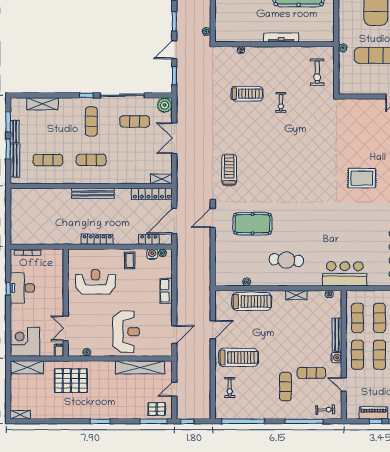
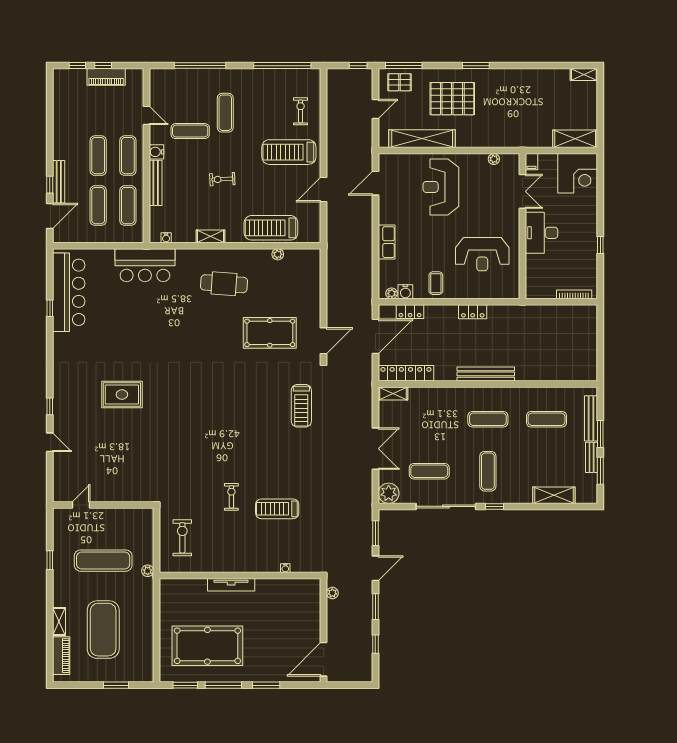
locker: (97, 239) -> (473, 312), width x0.66
desk: (22, 288) -> (542, 233), moved, turned 180
pallet: (71, 381) -> (452, 99), moved
exercise bike: (325, 410) -> (222, 179), moved

